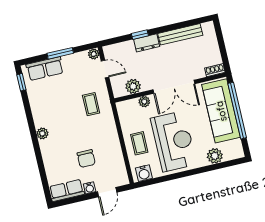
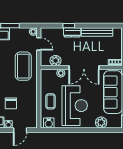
coffee table: (91, 104) -> (23, 66), width x1.86, depth x1.72

